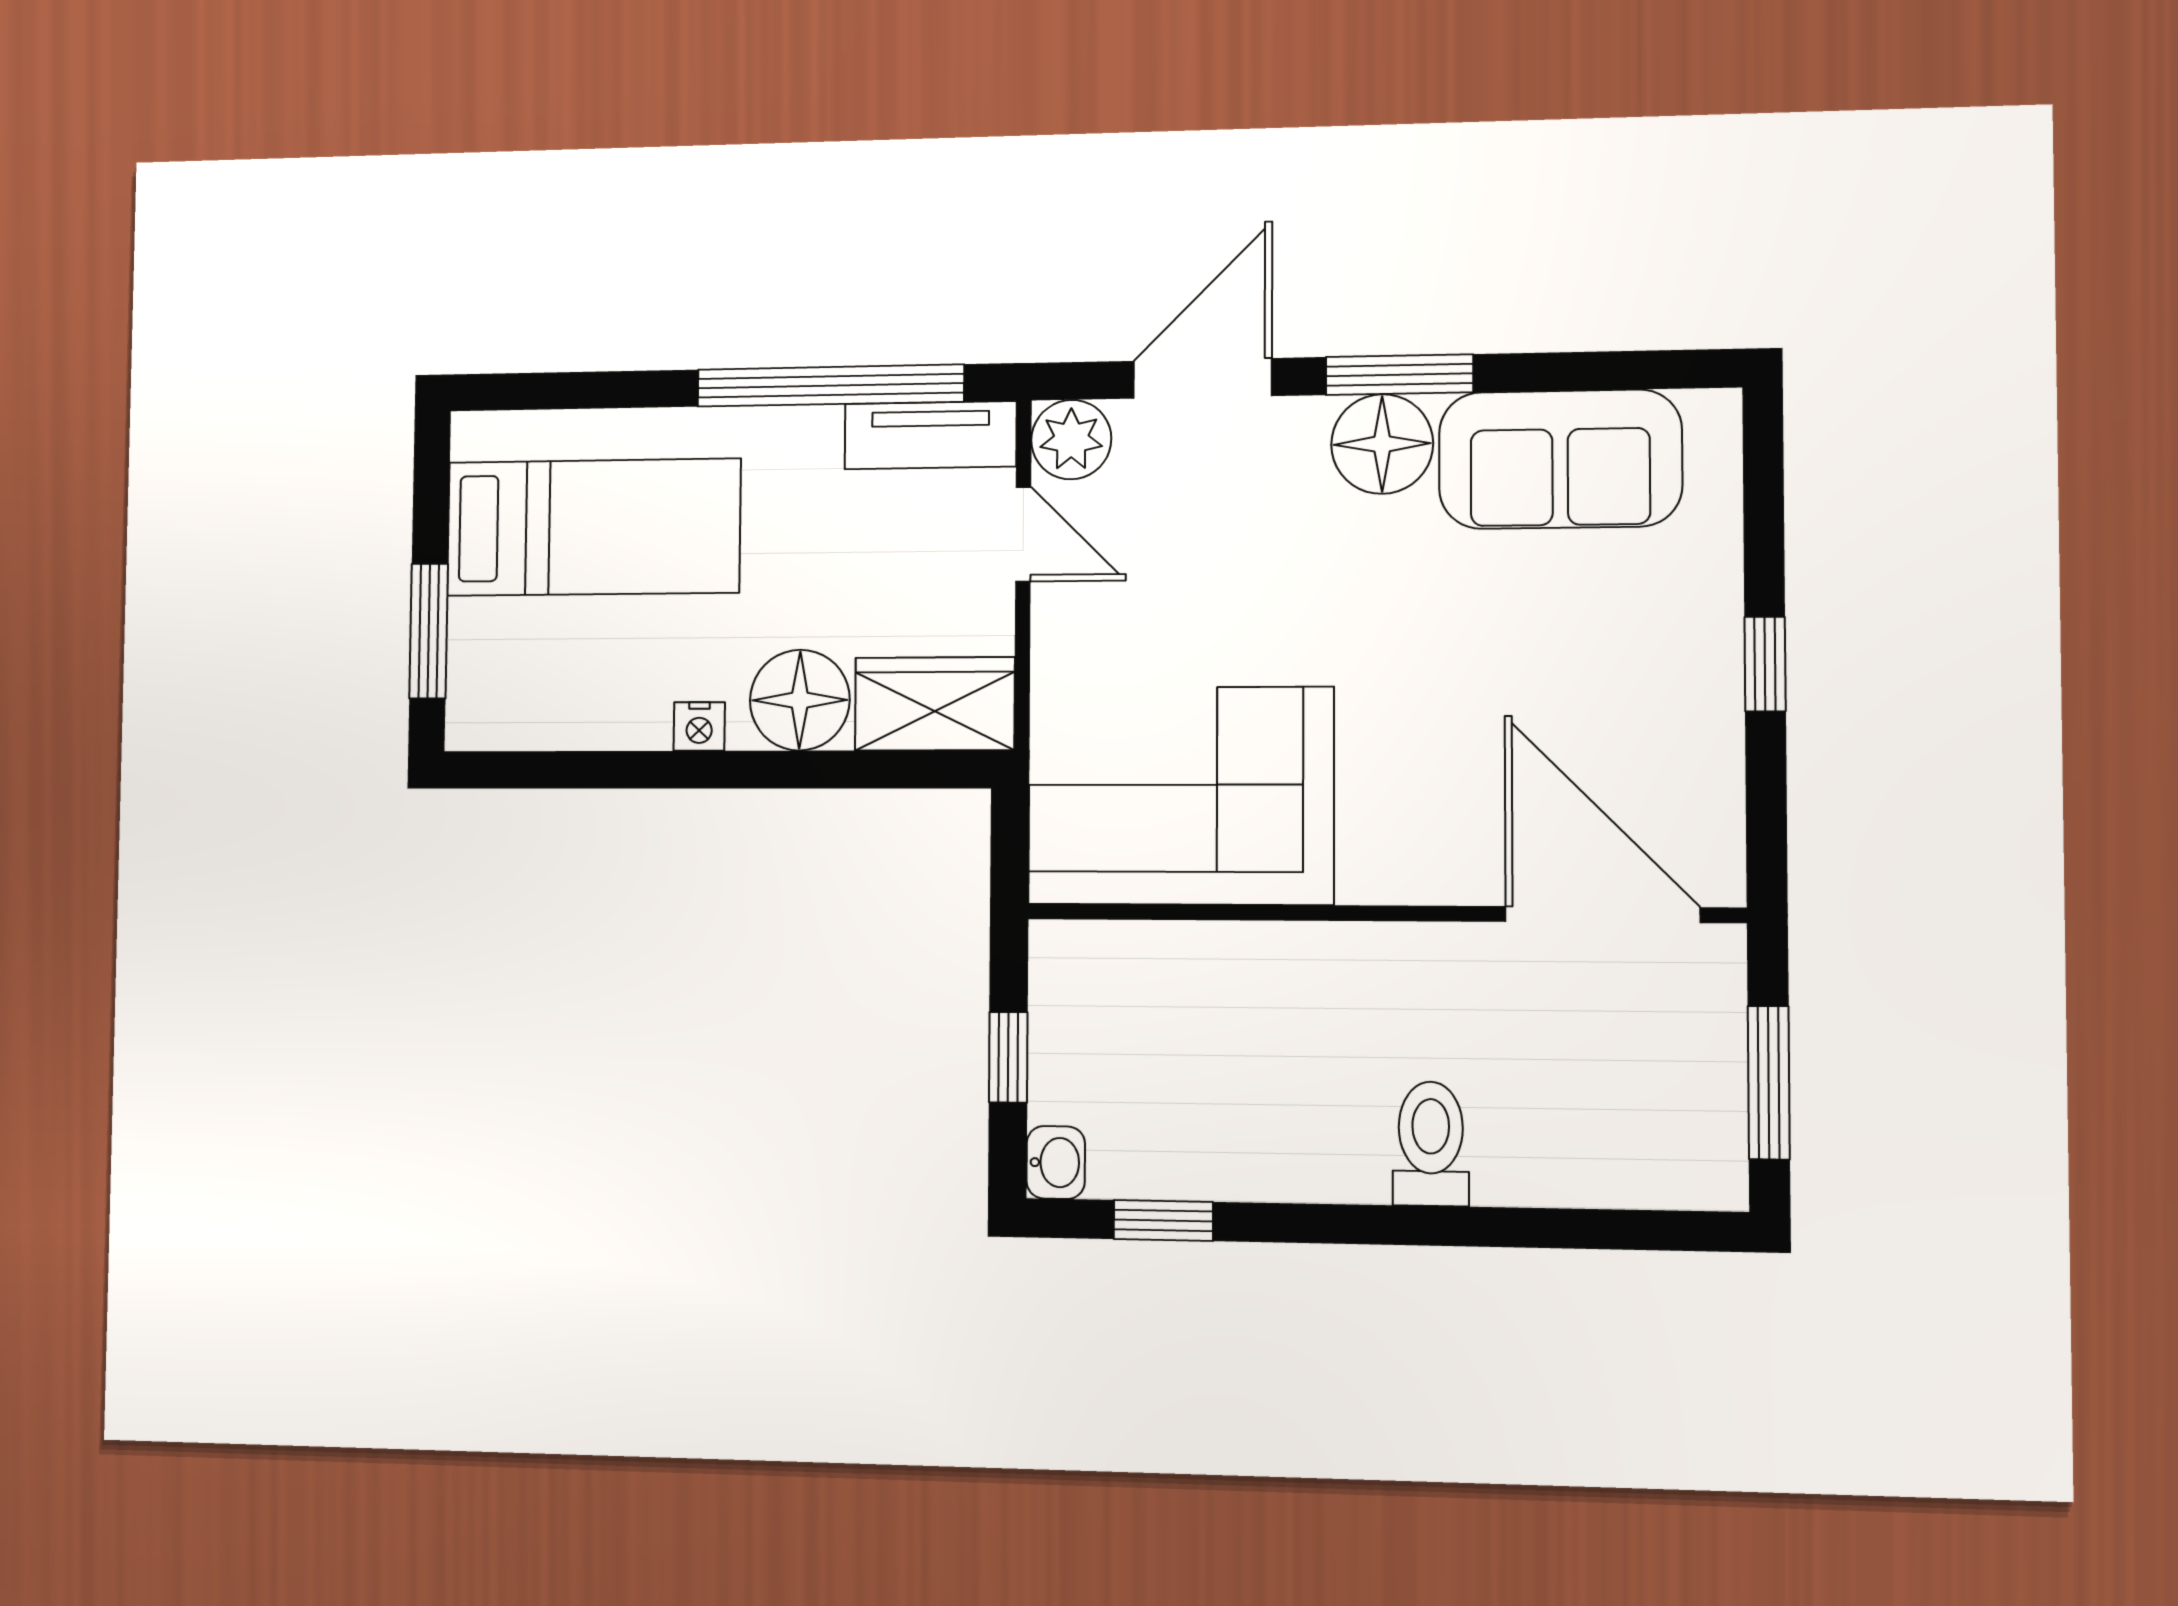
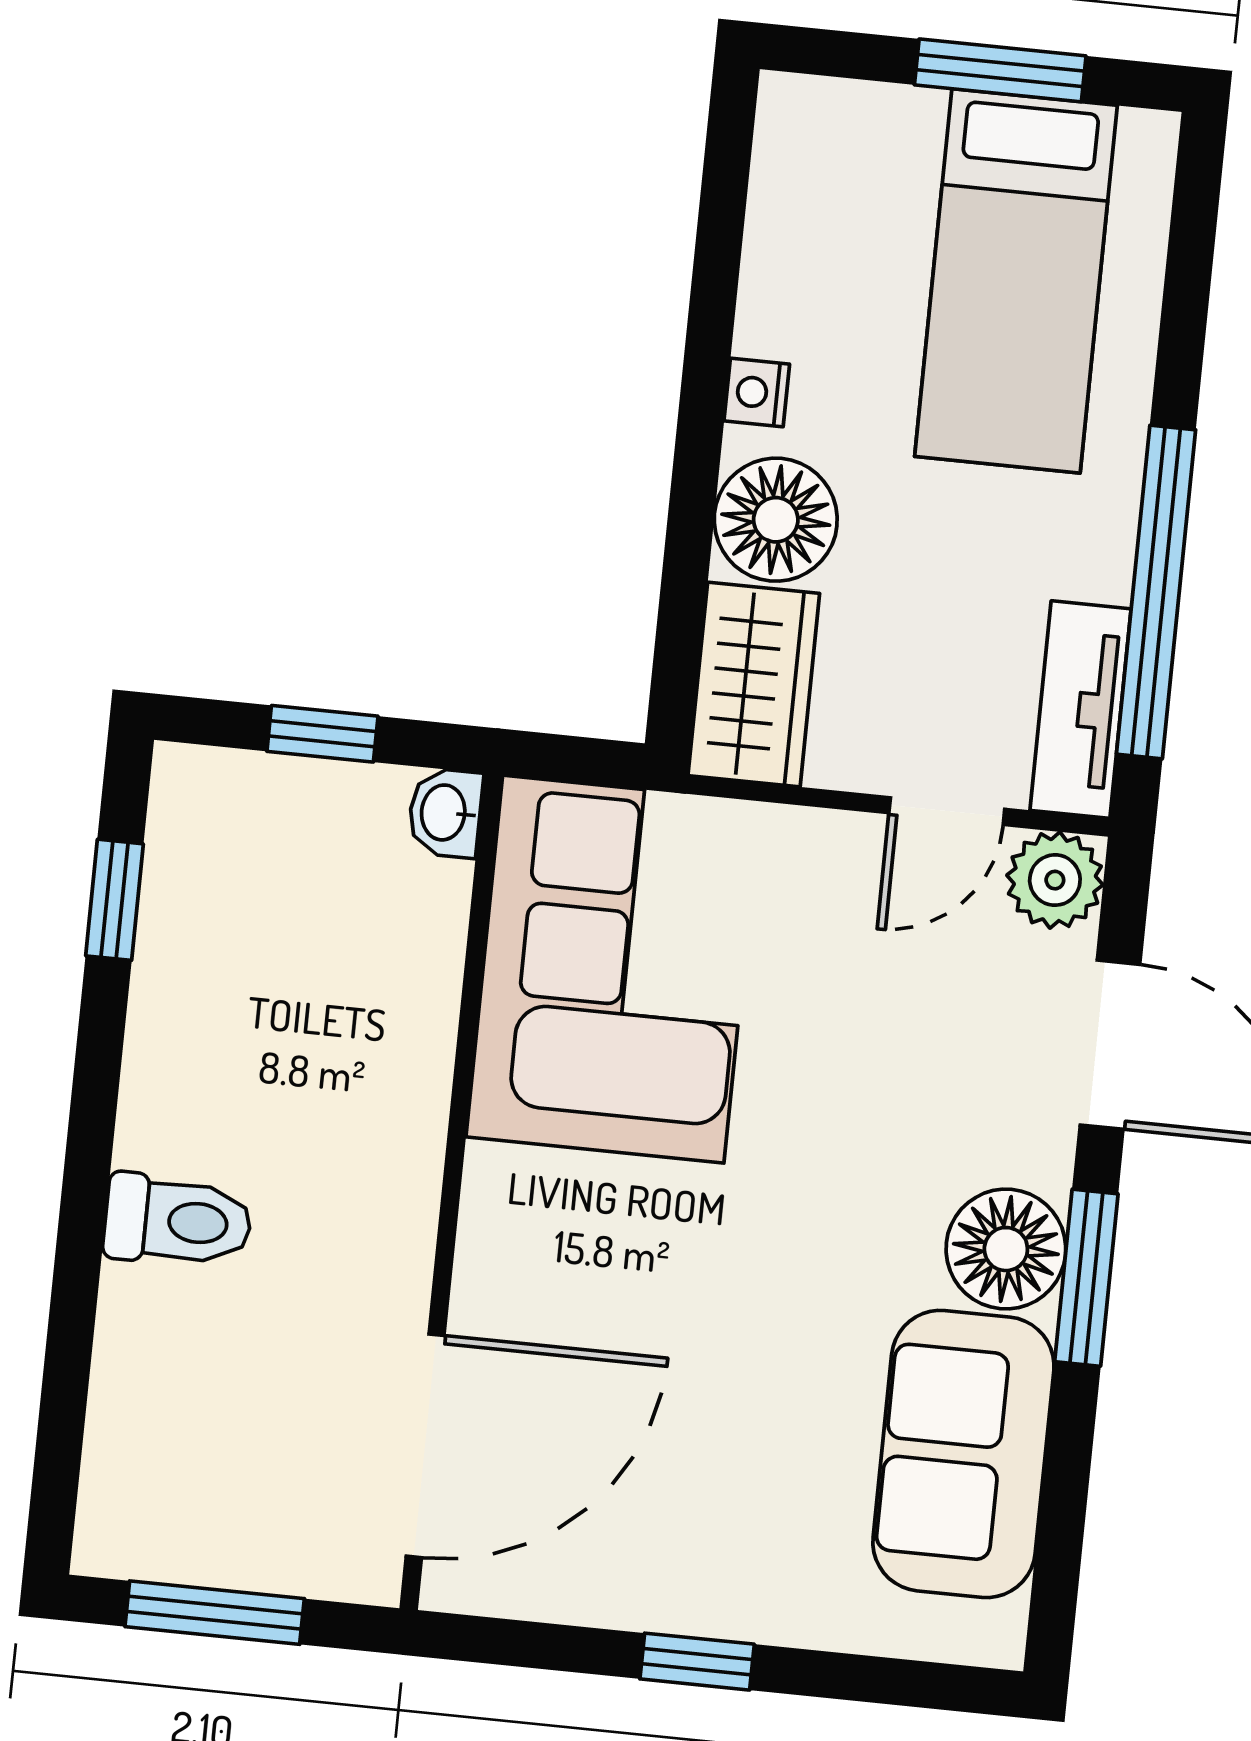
window: (429, 631) -> (1000, 70), moved
washbasin: (1056, 1162) -> (445, 813), moved, turned 90

